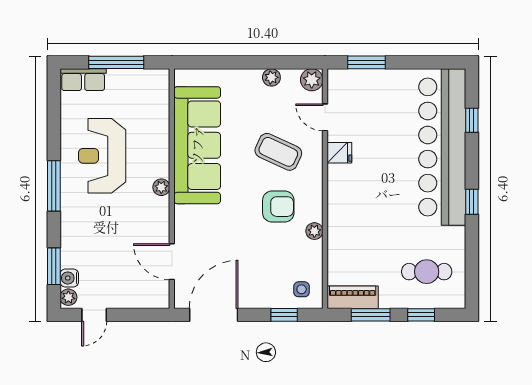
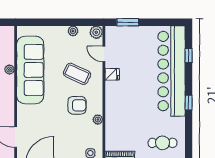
plant: (161, 187) -> (10, 70), moved

